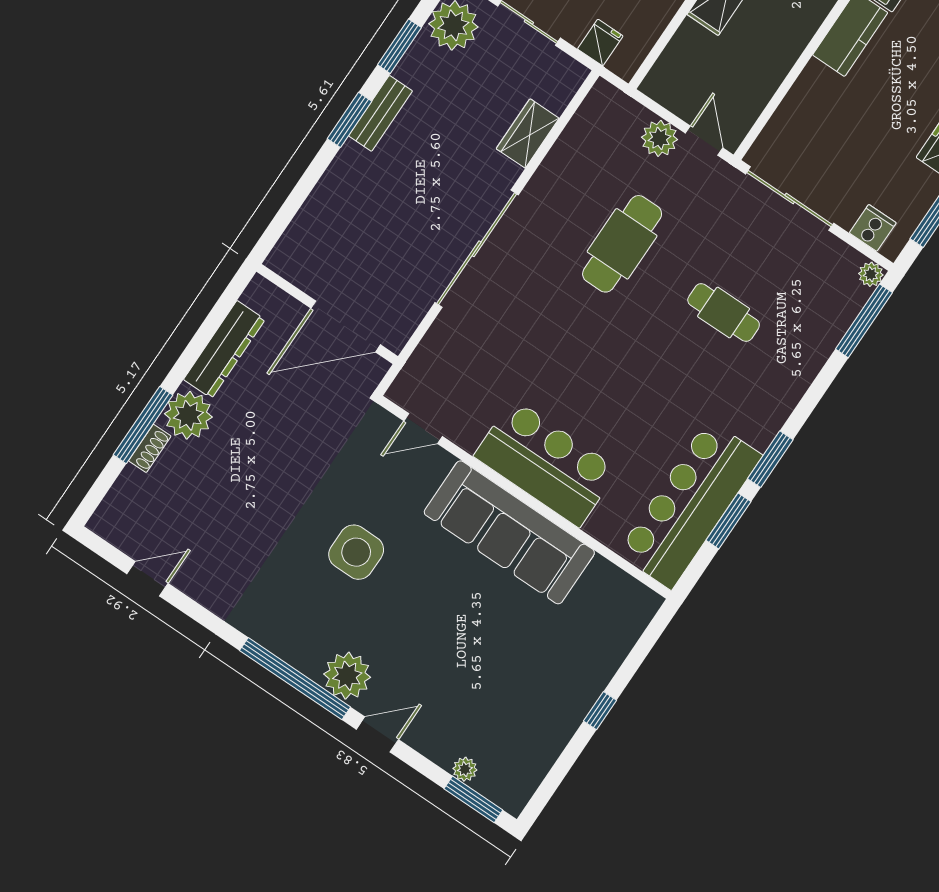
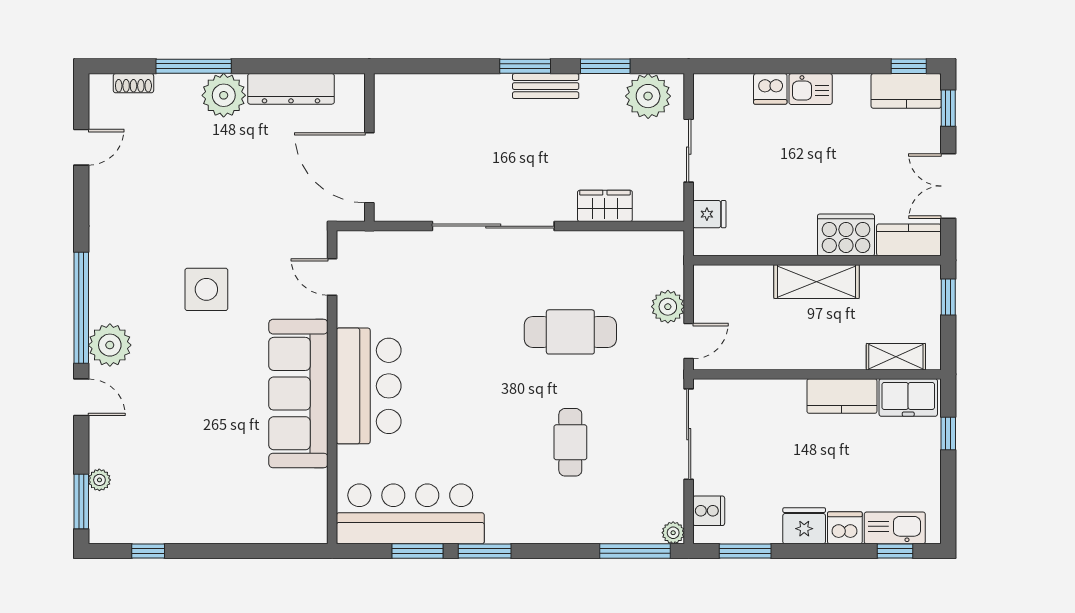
shoe rack: (150, 448) -> (133, 83), moved
door: (147, 579) -> (81, 147), hinge flipped
window: (600, 711) -> (148, 551), moved

